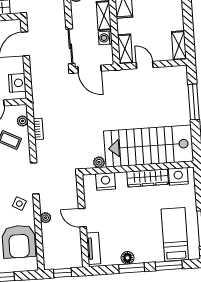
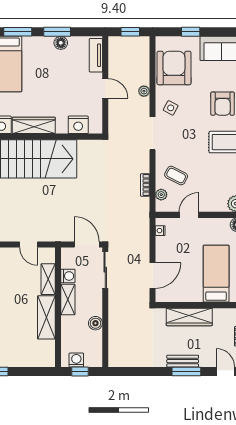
shelving: (125, 49) -> (48, 279), moved
nightstand: (17, 83) -> (160, 231), width x0.53, depth x0.56
plant: (99, 162) -> (84, 145), removed

